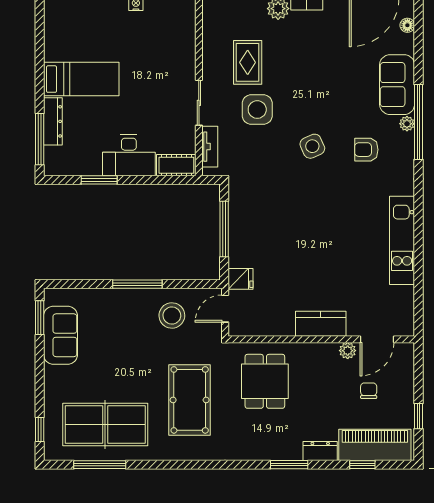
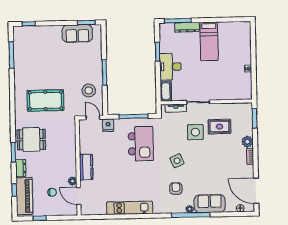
kitchen island: (278, 216) -> (141, 144), added
dining table: (265, 381) -> (31, 140), moved
table tennis table: (105, 424) -> (32, 57), removed

